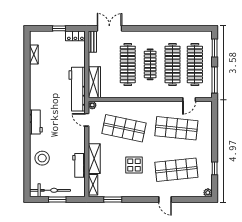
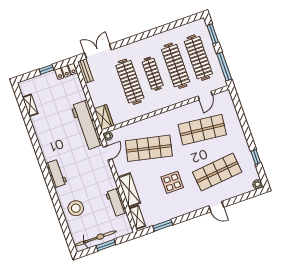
wardrobe: (94, 82) -> (104, 117), width x0.67
door: (87, 120) -> (108, 153), swing flipped

